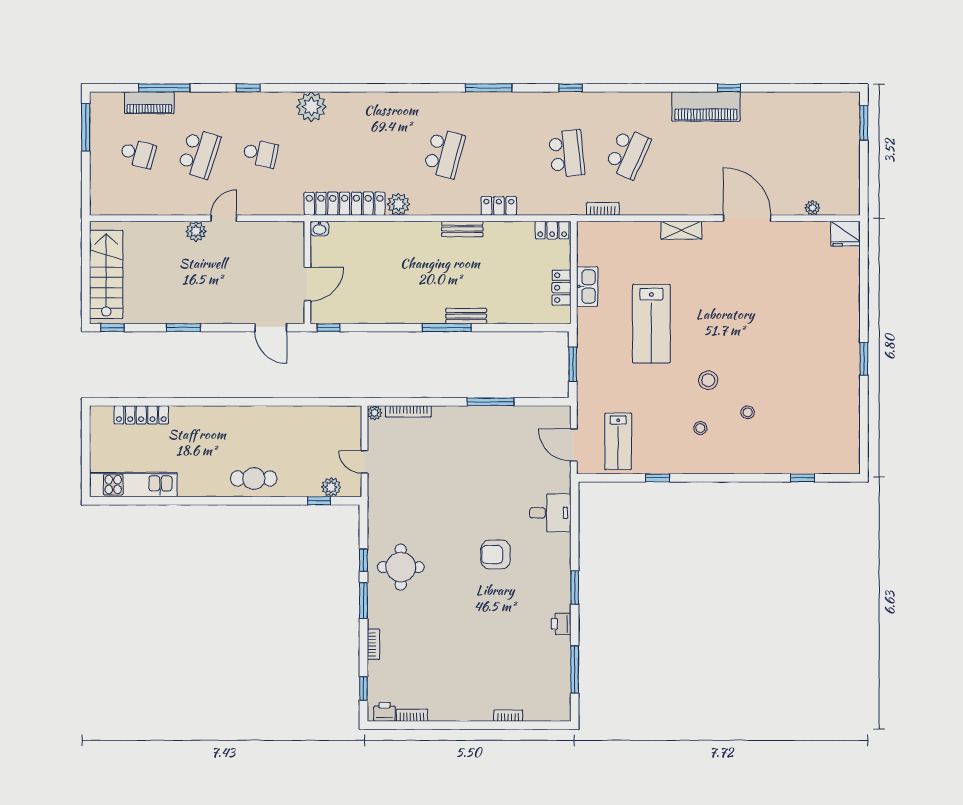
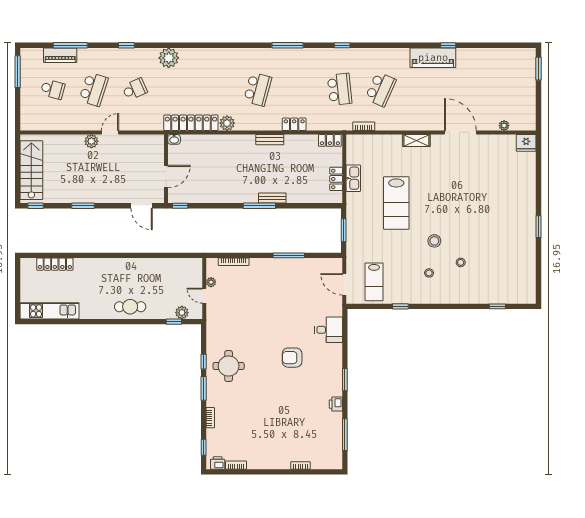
school desk: (260, 154) -> (135, 89), turned -36
plant: (375, 413) -> (211, 282), moved

